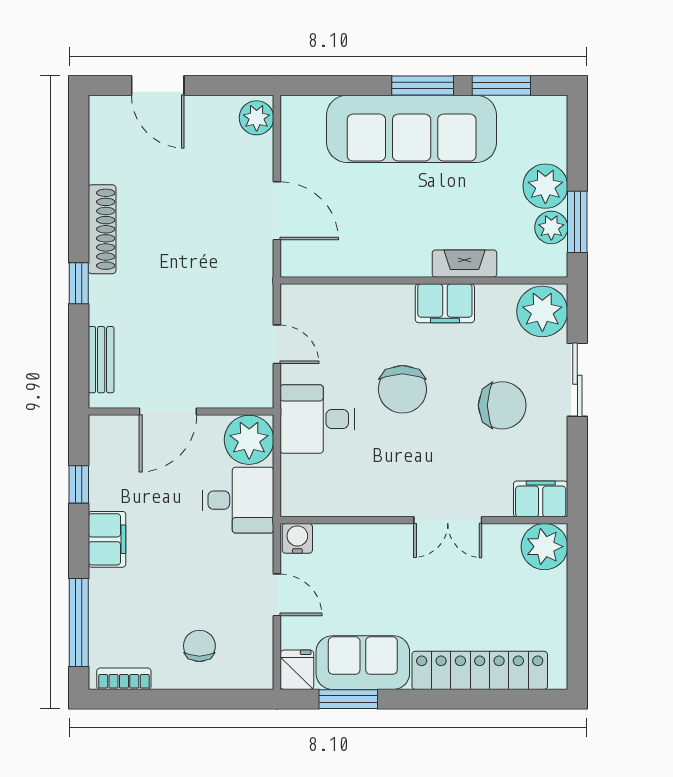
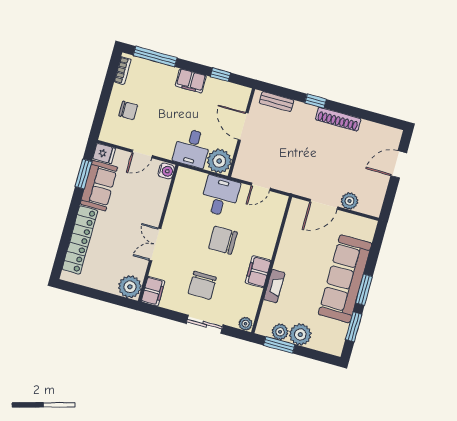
plant: (257, 118) -> (350, 201), moved
plant: (542, 311) -> (246, 324), width x0.53, depth x0.53

